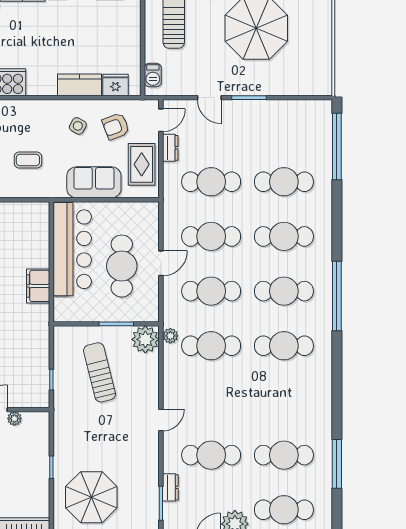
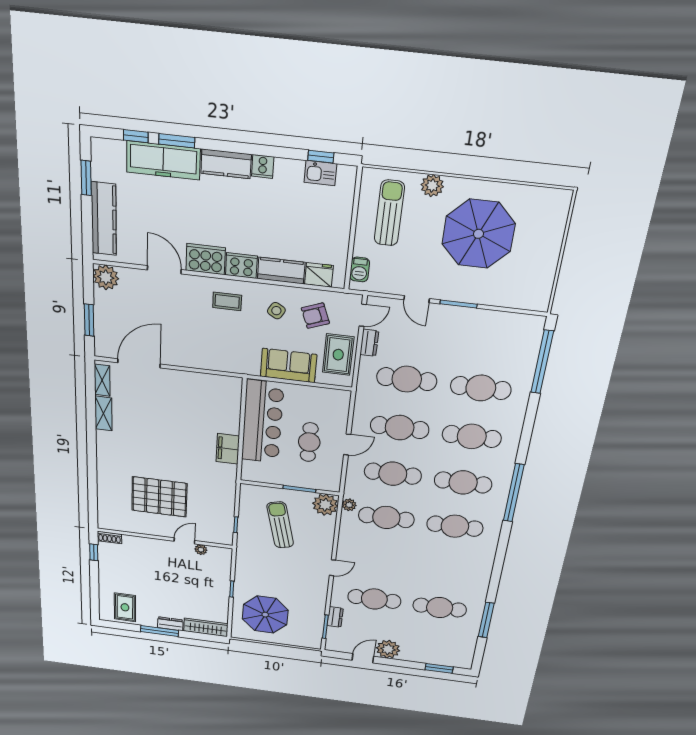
cooker: (42, 85) -> (241, 266), added
coffee table: (28, 160) -> (227, 301), moved
cafe table: (122, 266) -> (309, 442), width x0.73, depth x0.74
cafe table: (284, 510) -> (433, 645), removed

